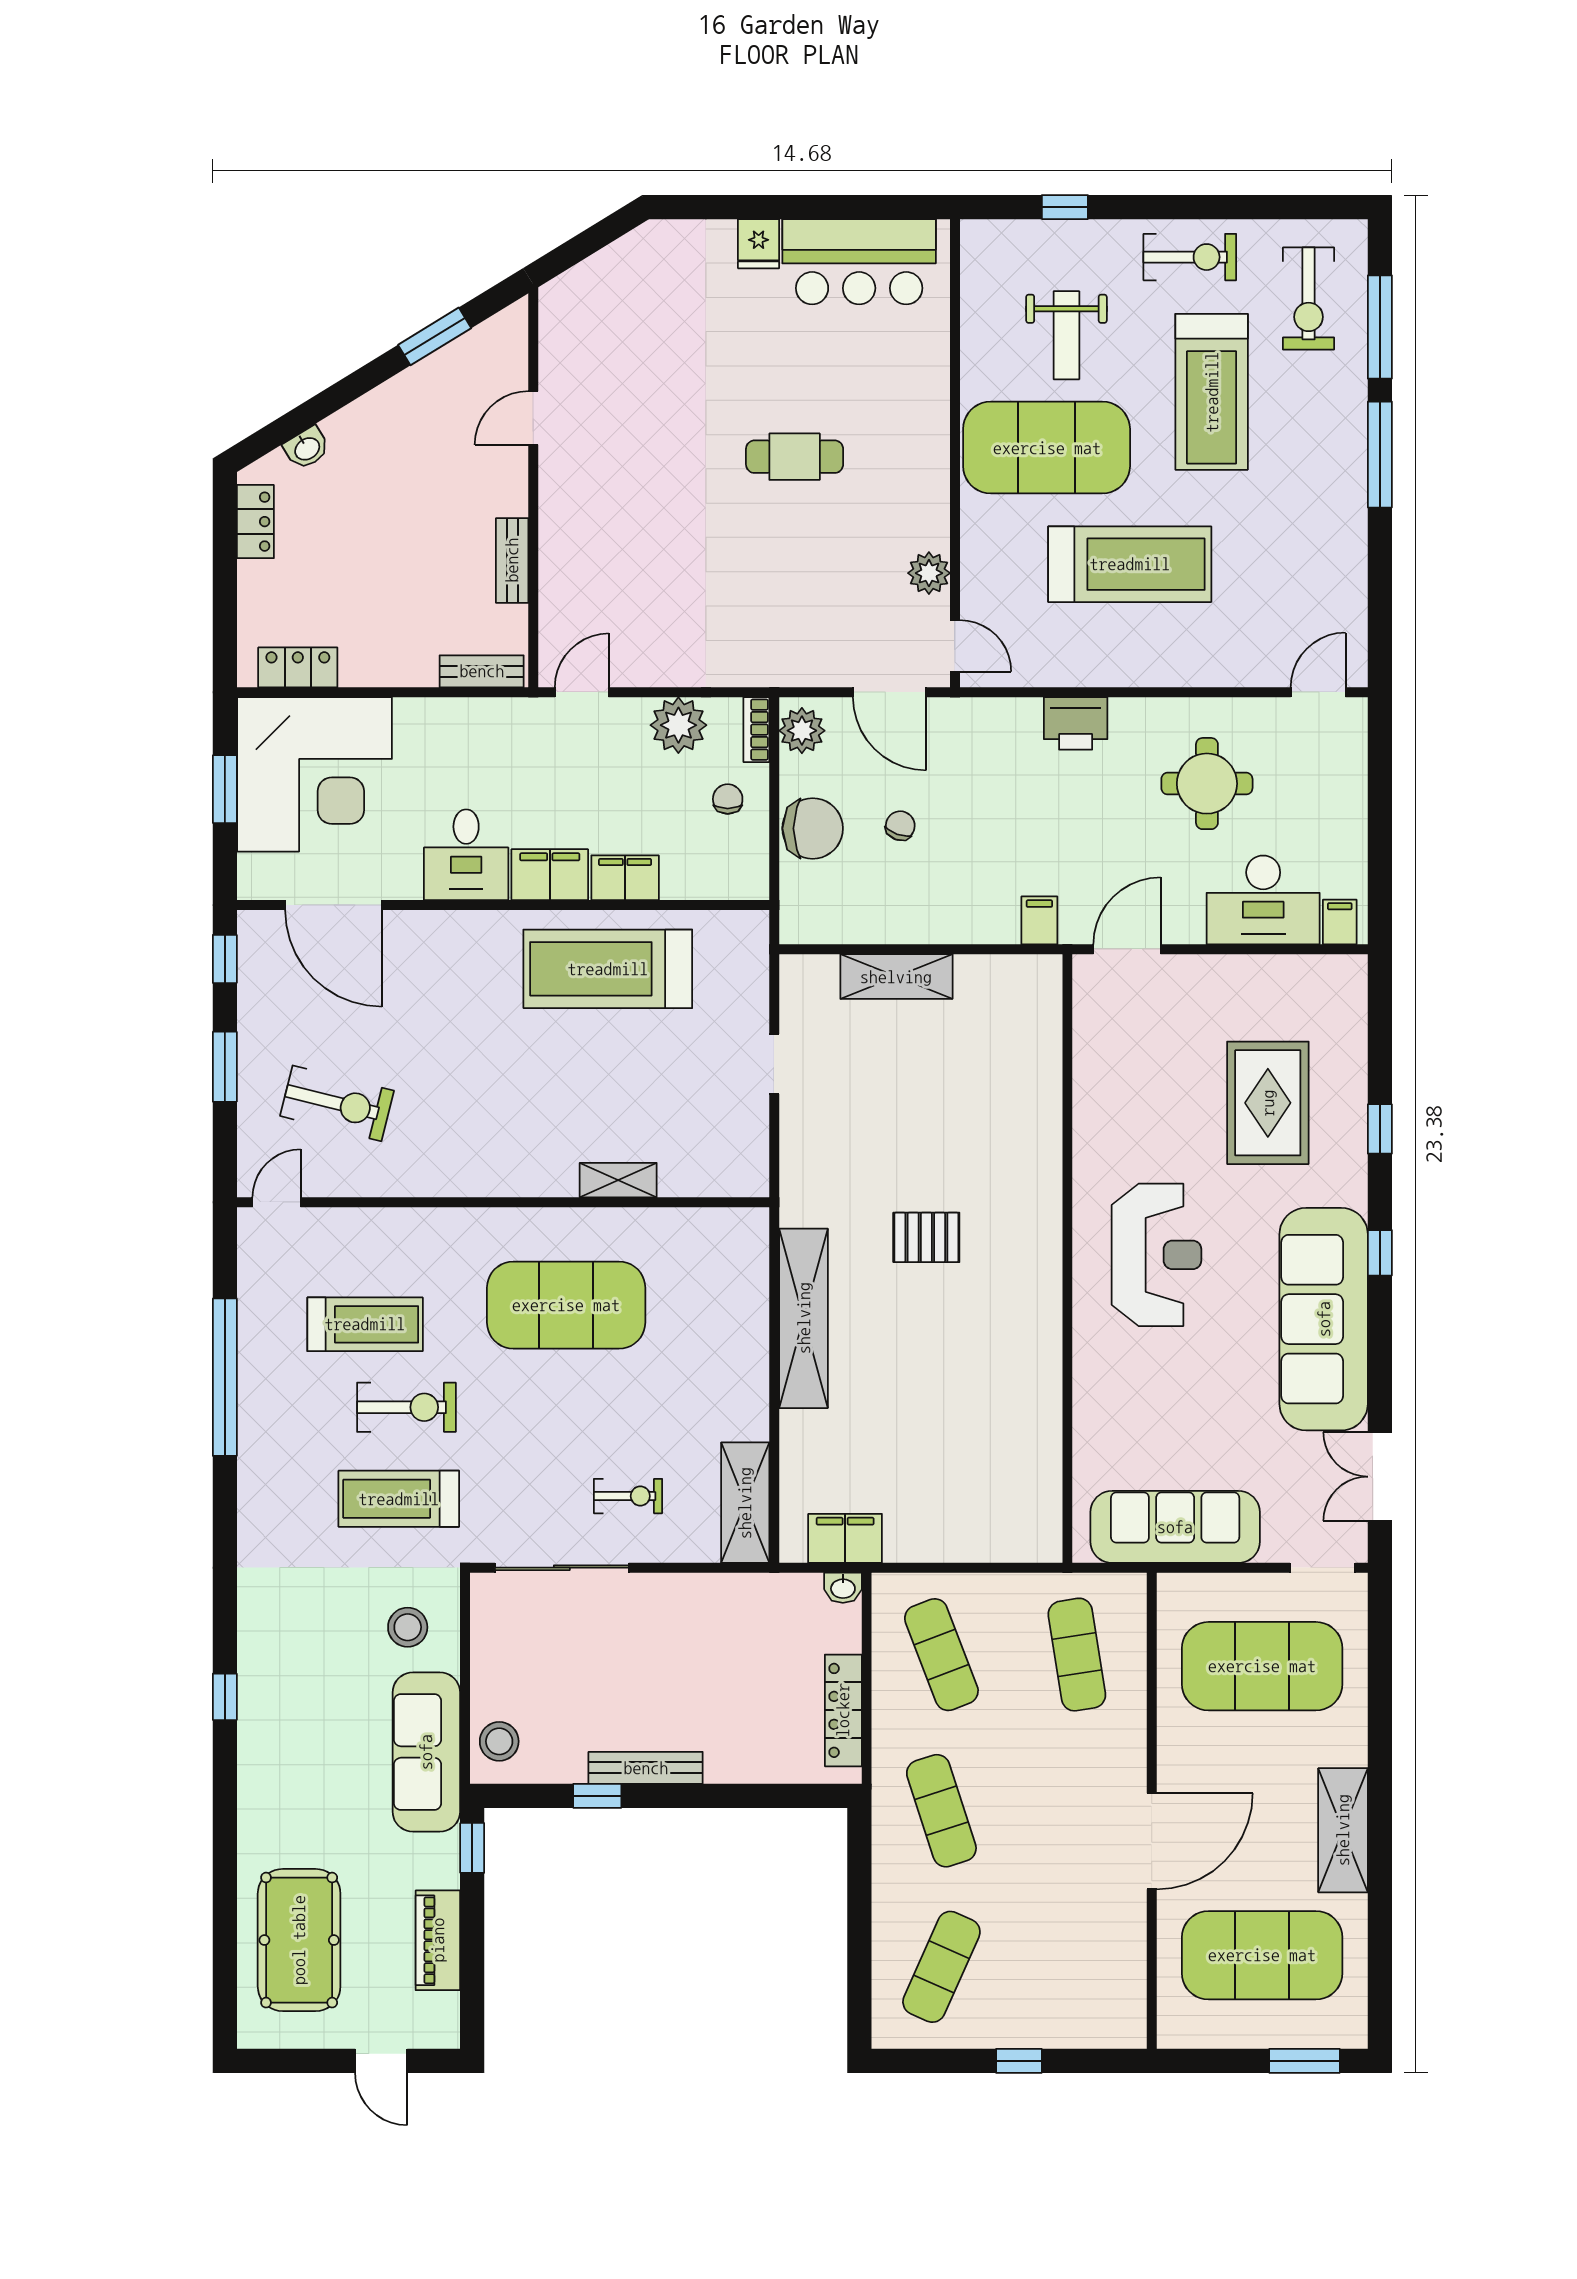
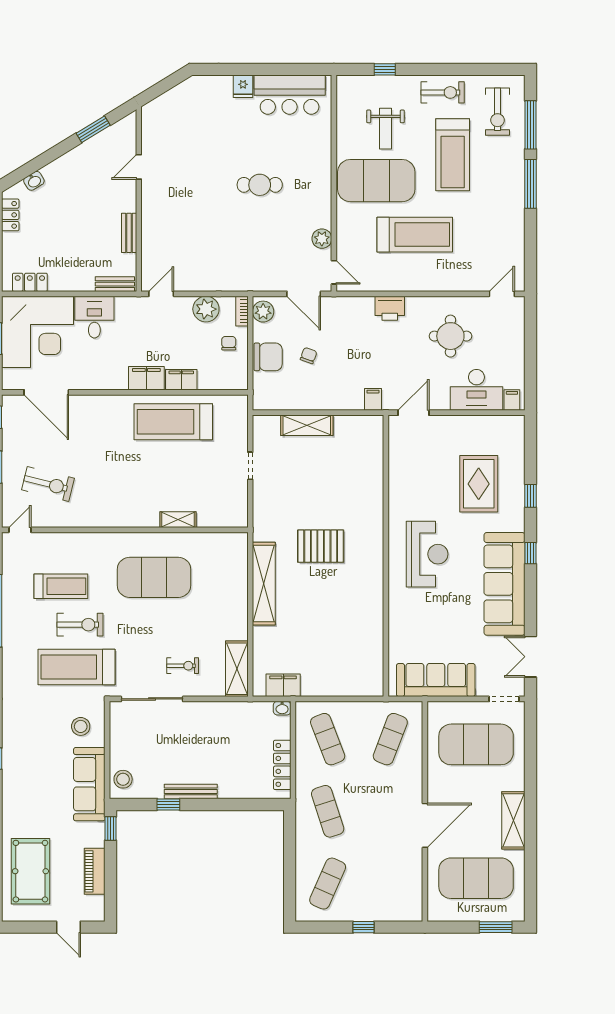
desk: (466, 855) -> (94, 317), moved, turned 180
pallet: (926, 1237) -> (321, 546), width x1.50, depth x1.42
treadmill: (399, 1499) -> (77, 667), width x1.37, depth x1.38
exercise mat: (1077, 1655) -> (390, 739), turned 30

